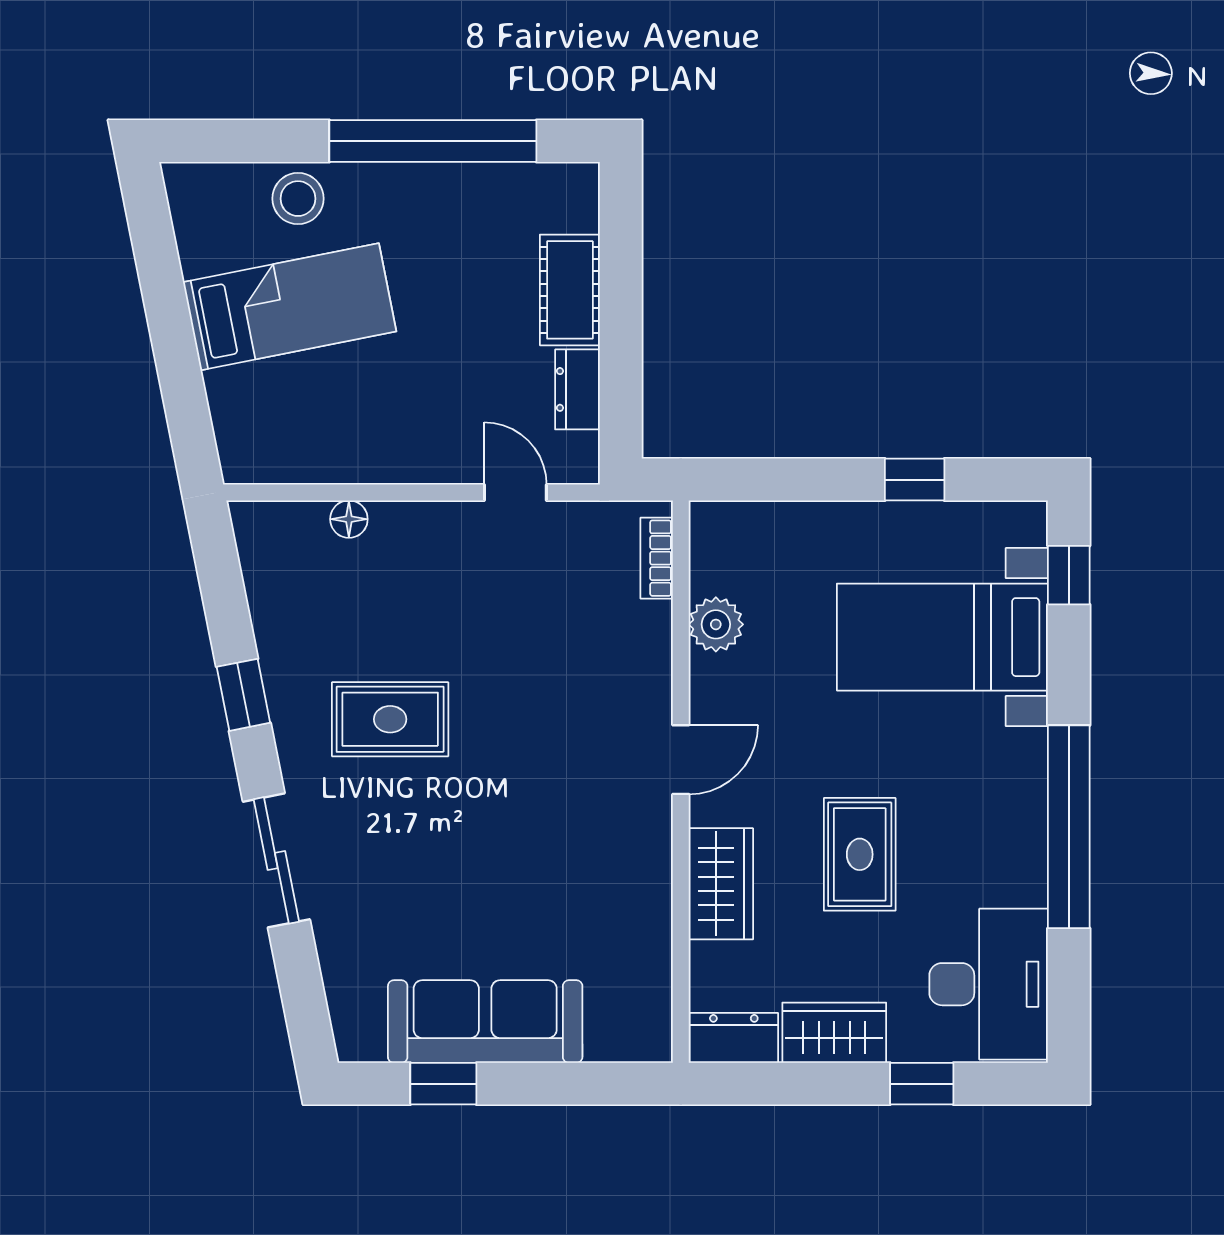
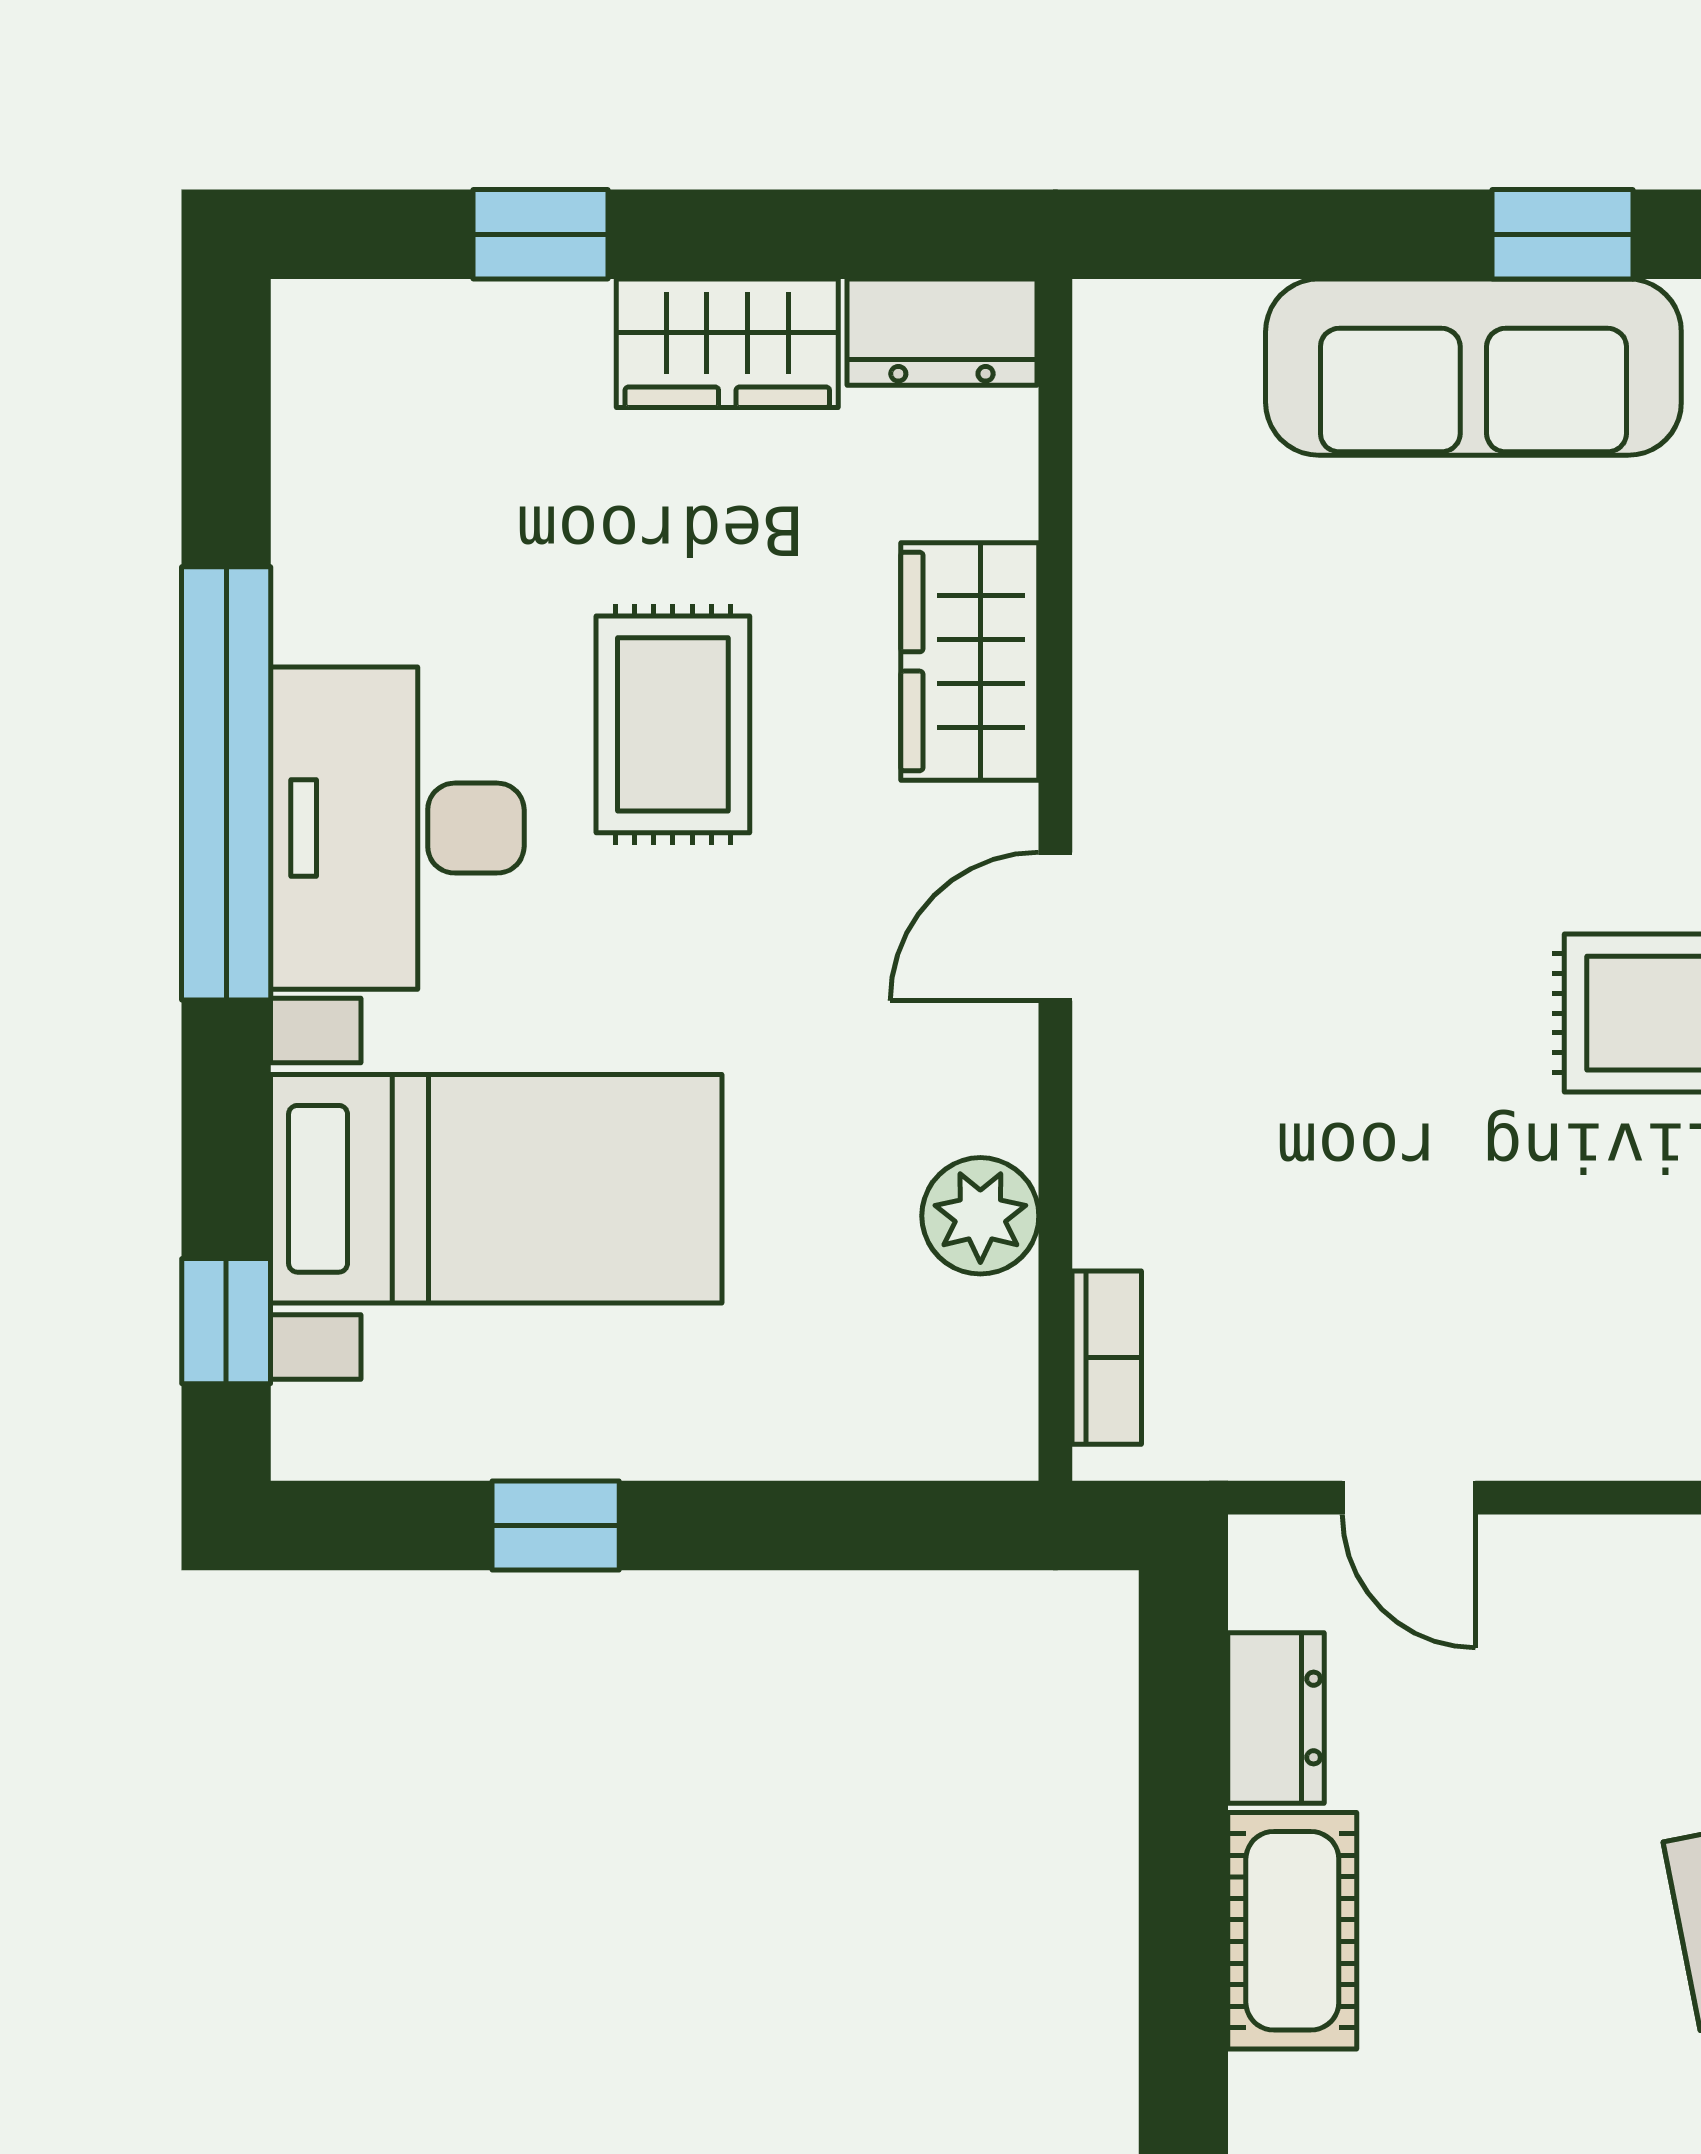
desk: (989, 984) -> (397, 828), moved

